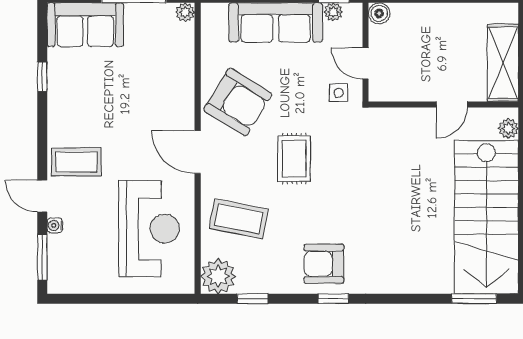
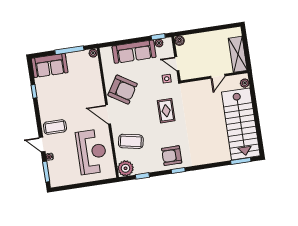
rug: (294, 159) -> (166, 111), moved

